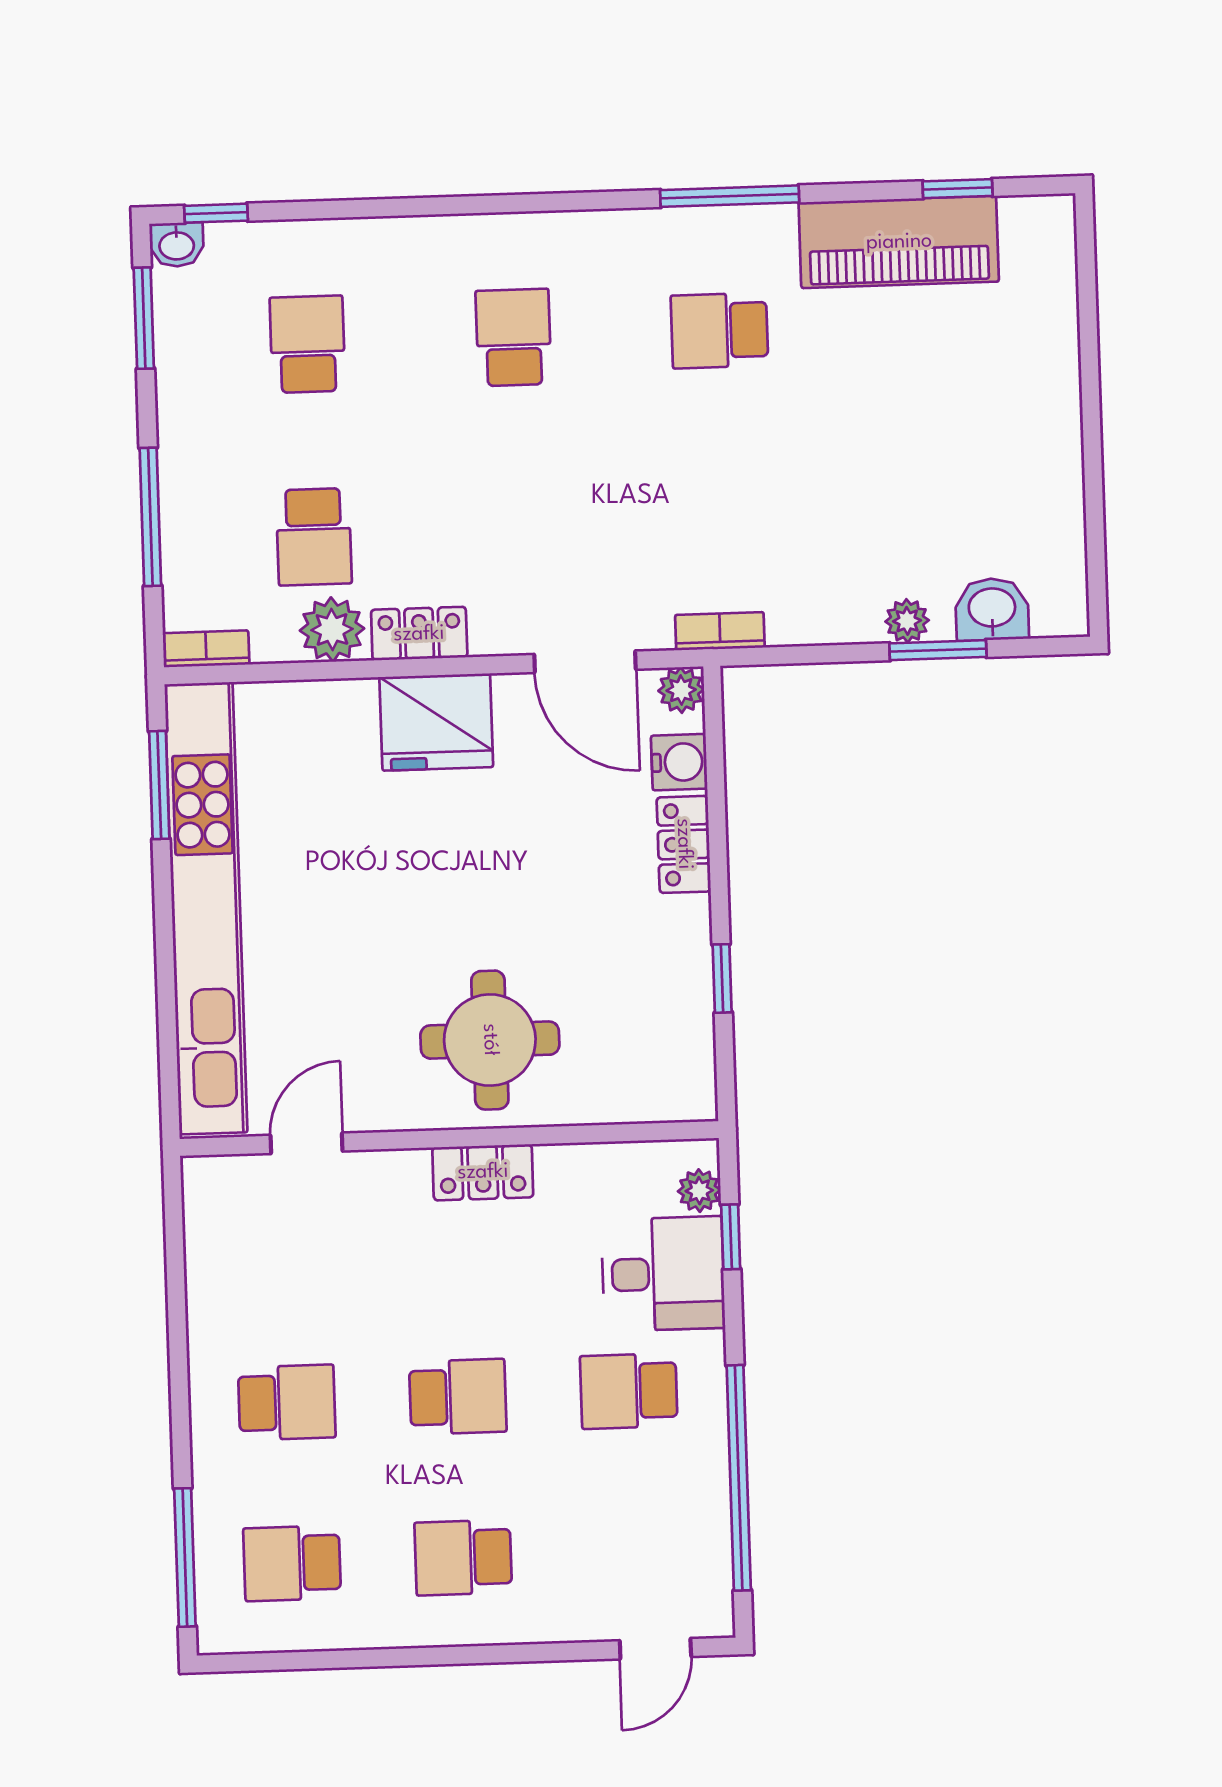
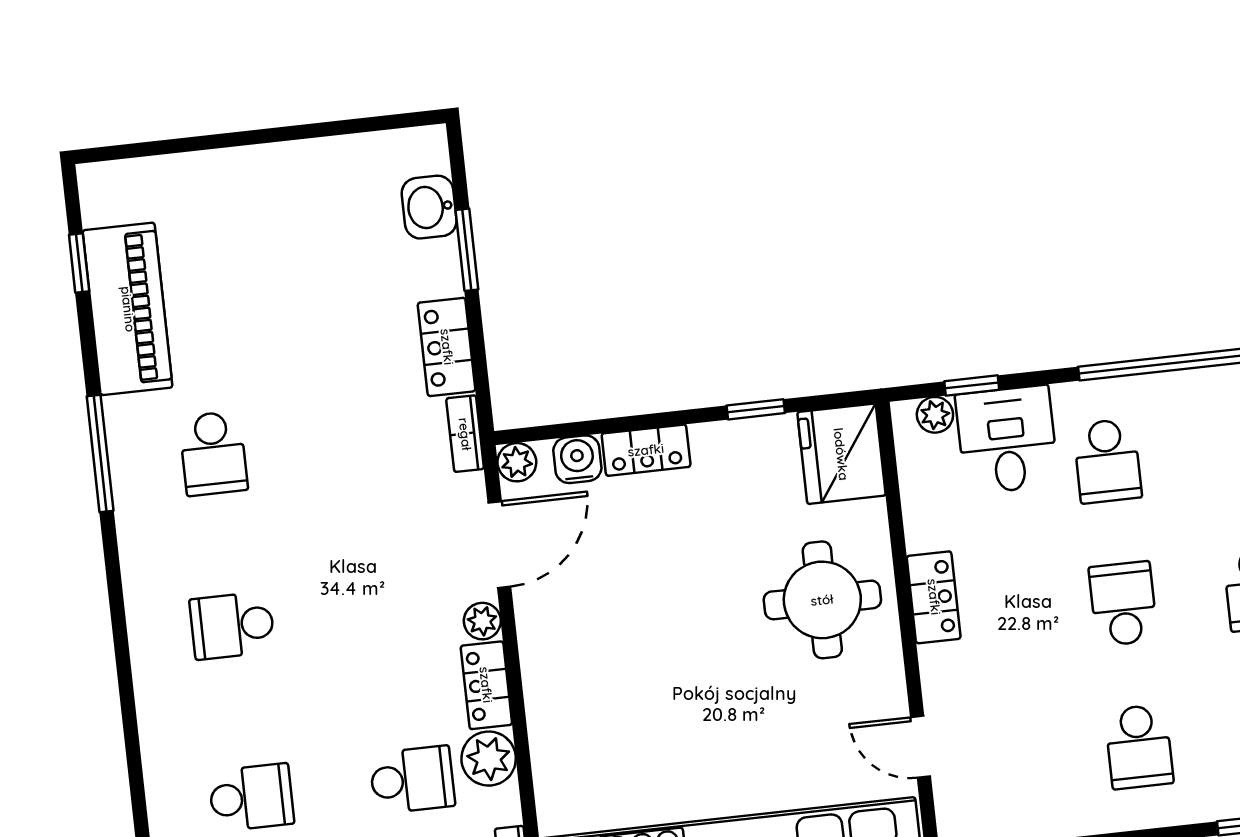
school desk: (308, 344) -> (251, 797), turned 180
locker: (824, 617) -> (447, 347), added
plant: (907, 621) -> (482, 621), moved
fridge: (436, 722) -> (841, 454), moved, turned 180
school desk: (287, 1402) -> (1139, 747), turned 180

